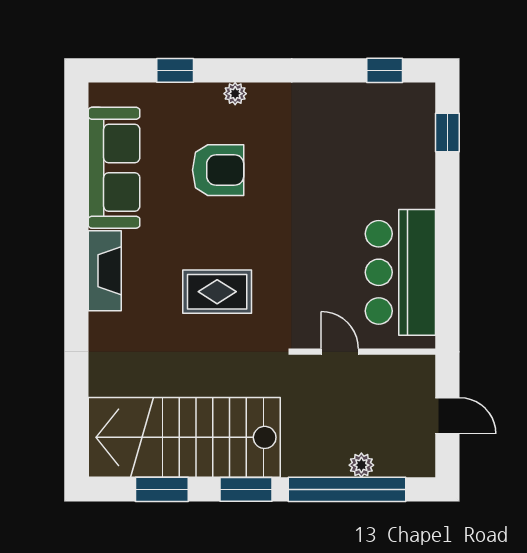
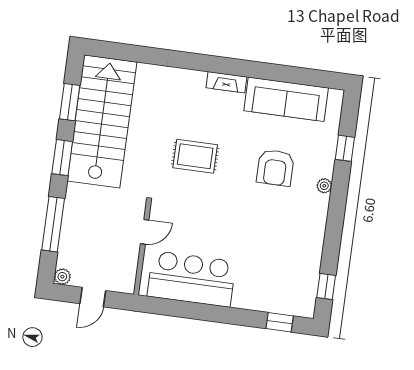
fireplace: (105, 271) -> (226, 82), width x0.73, depth x0.76
rug: (217, 292) -> (195, 156), turned 90
plant: (361, 465) -> (62, 277), moved
window: (347, 489) -> (53, 224), width x0.68

